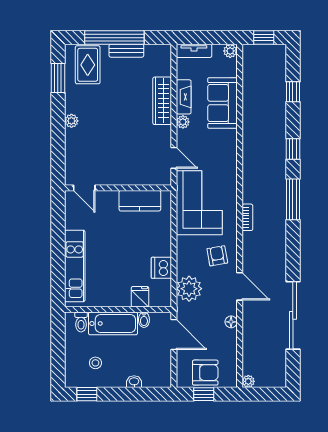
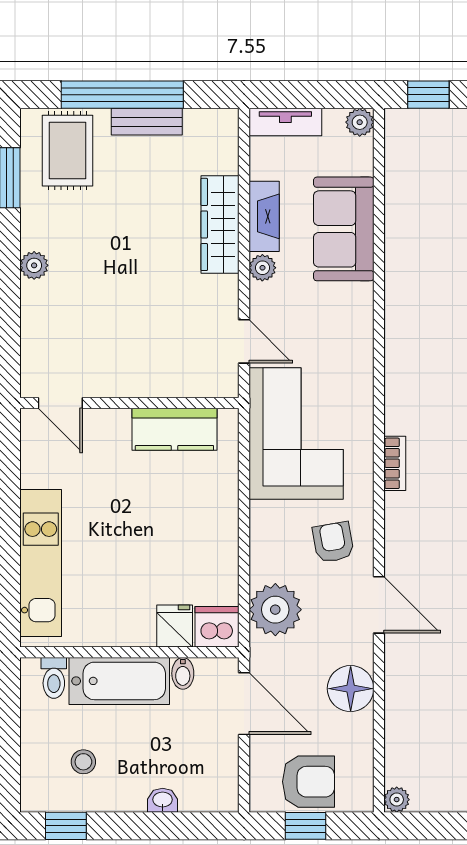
dishwasher: (161, 268) -> (217, 627), moved, turned 90
floor lamp: (231, 322) -> (351, 689), width x1.89, depth x1.89

